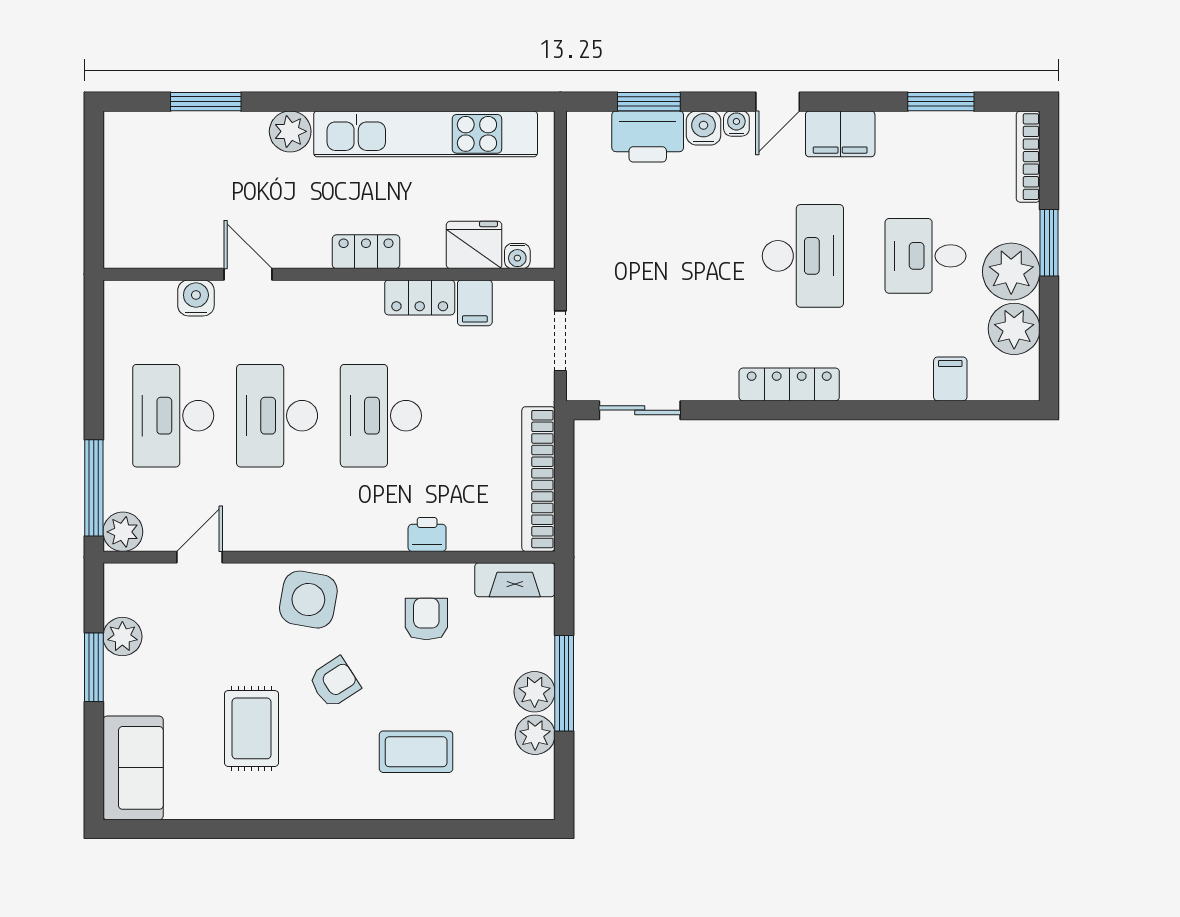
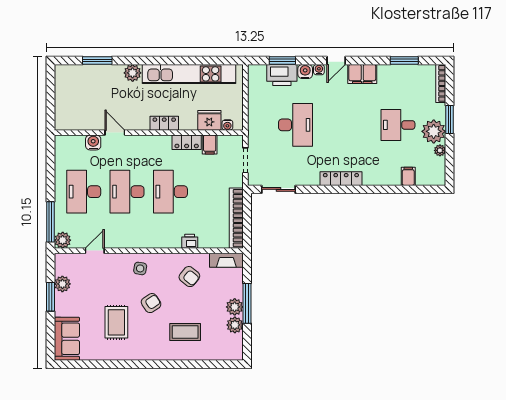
desk: (803, 256) -> (295, 125), moved
plant: (1014, 329) -> (440, 150), width x0.53, depth x0.53
side table: (308, 600) -> (140, 268), width x0.54, depth x0.54
armchair: (426, 619) -> (189, 277), turned 129

